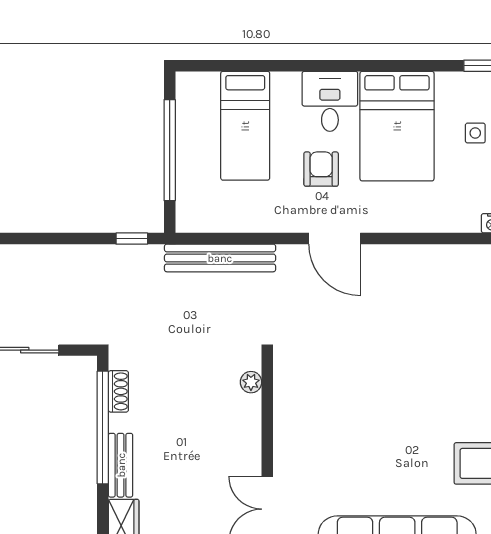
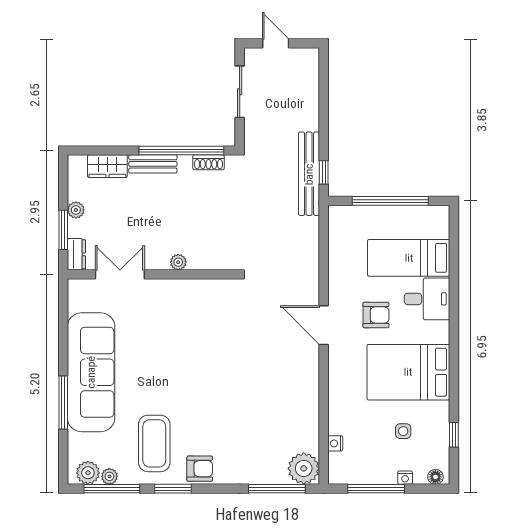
desk: (330, 101) -> (427, 299), moved
door: (335, 239) -> (324, 325), hinge flipped
bench: (220, 258) -> (309, 174), moved
plant: (251, 382) -> (178, 262), moved

